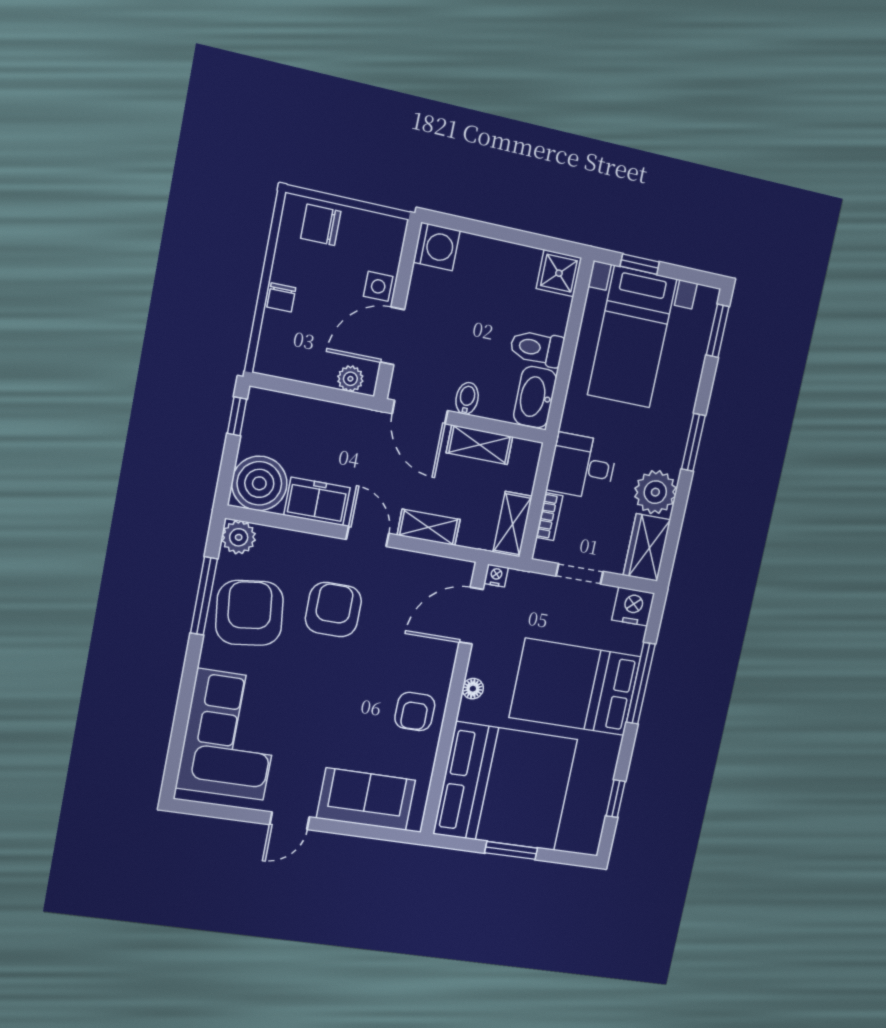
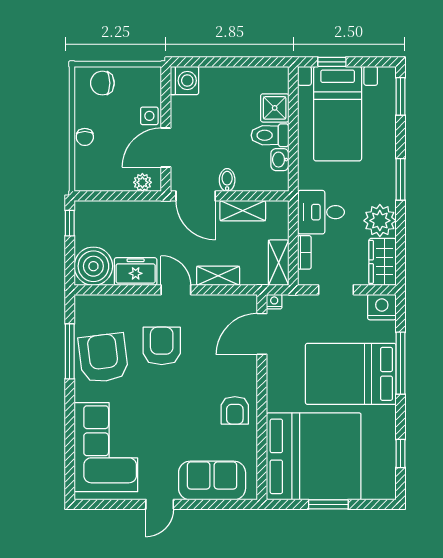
shower: (559, 273) -> (275, 108), moved
washbasin: (535, 397) -> (280, 160), width x0.52, depth x0.69
plant: (239, 537) -> (86, 306), removed
floor lamp: (473, 689) -> (274, 387), removed

